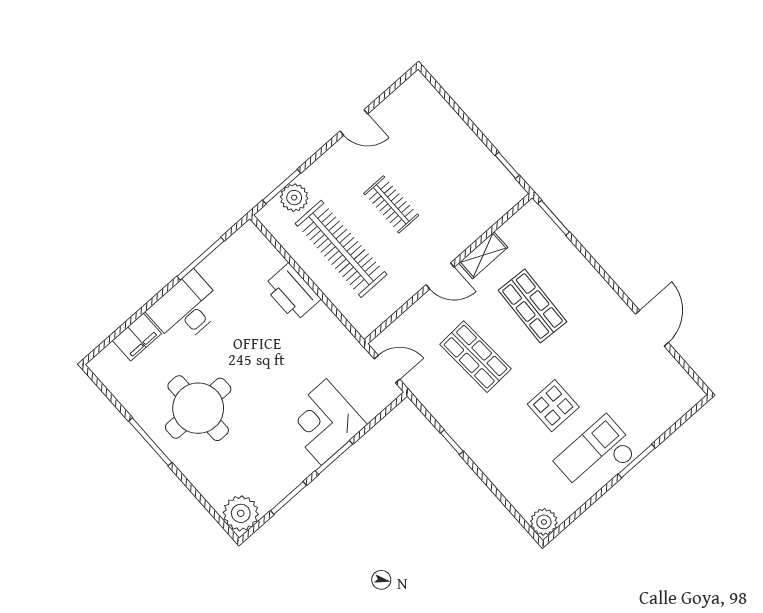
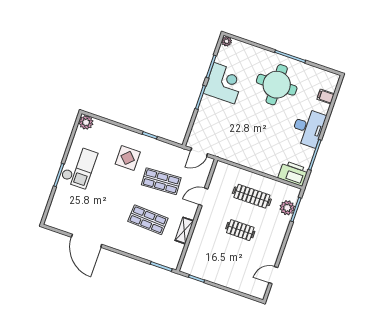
door: (354, 123) -> (273, 275), moved
clothes rail: (341, 249) -> (252, 196), width x0.73, depth x0.76
door: (440, 276) -> (203, 197), moved
printer: (292, 292) -> (293, 173), moved
door: (652, 328) -> (87, 241), width x1.36
filing cabinet: (137, 337) -> (326, 96), width x0.50
display table: (553, 406) -> (128, 158), moved
corner desk: (324, 422) -> (224, 83), moved
plant: (241, 513) -> (227, 41), width x0.53, depth x0.53

